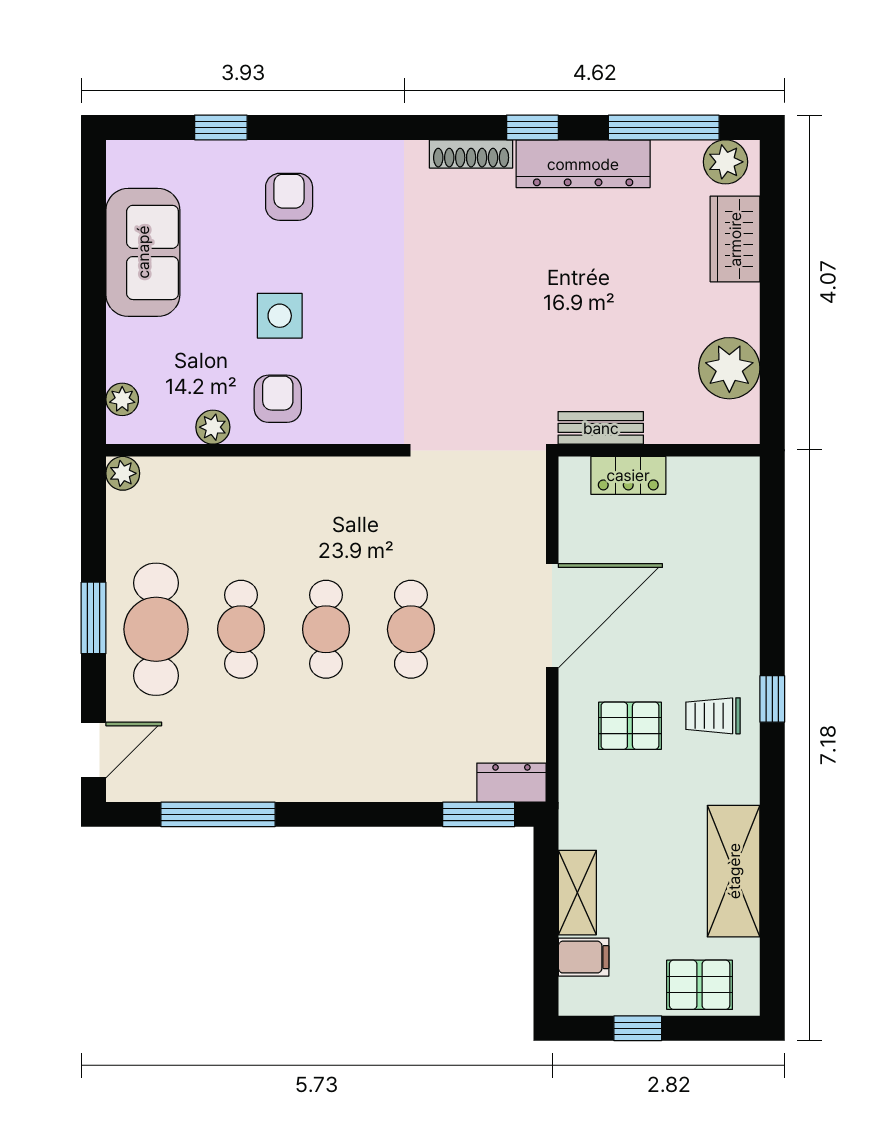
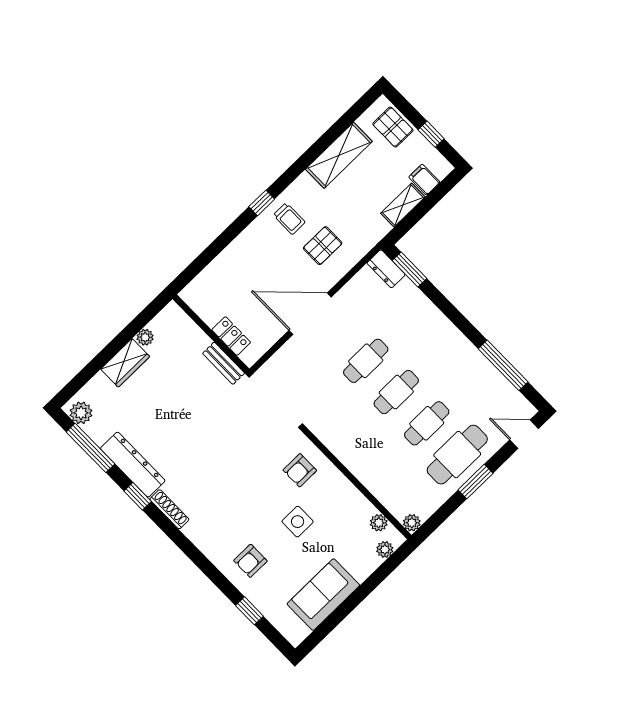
wardrobe: (735, 239) -> (125, 363), moved
plant: (729, 368) -> (145, 337), width x0.53, depth x0.53
armchair: (278, 399) -> (300, 470), moved
plant: (213, 427) -> (379, 523), moved
pallet: (630, 726) -> (323, 246), turned 90

